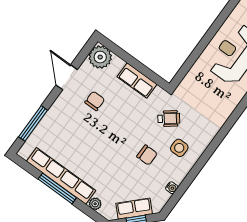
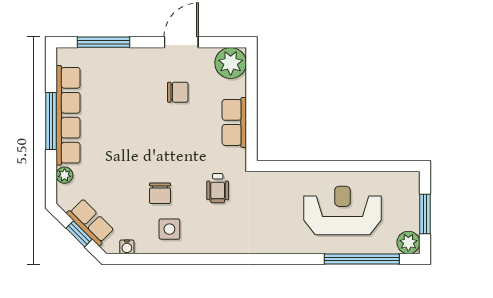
wheelchair: (169, 119) -> (218, 188), turned 38
side table: (179, 148) -> (169, 229), moved
water cooler: (172, 188) -> (127, 247), moved

